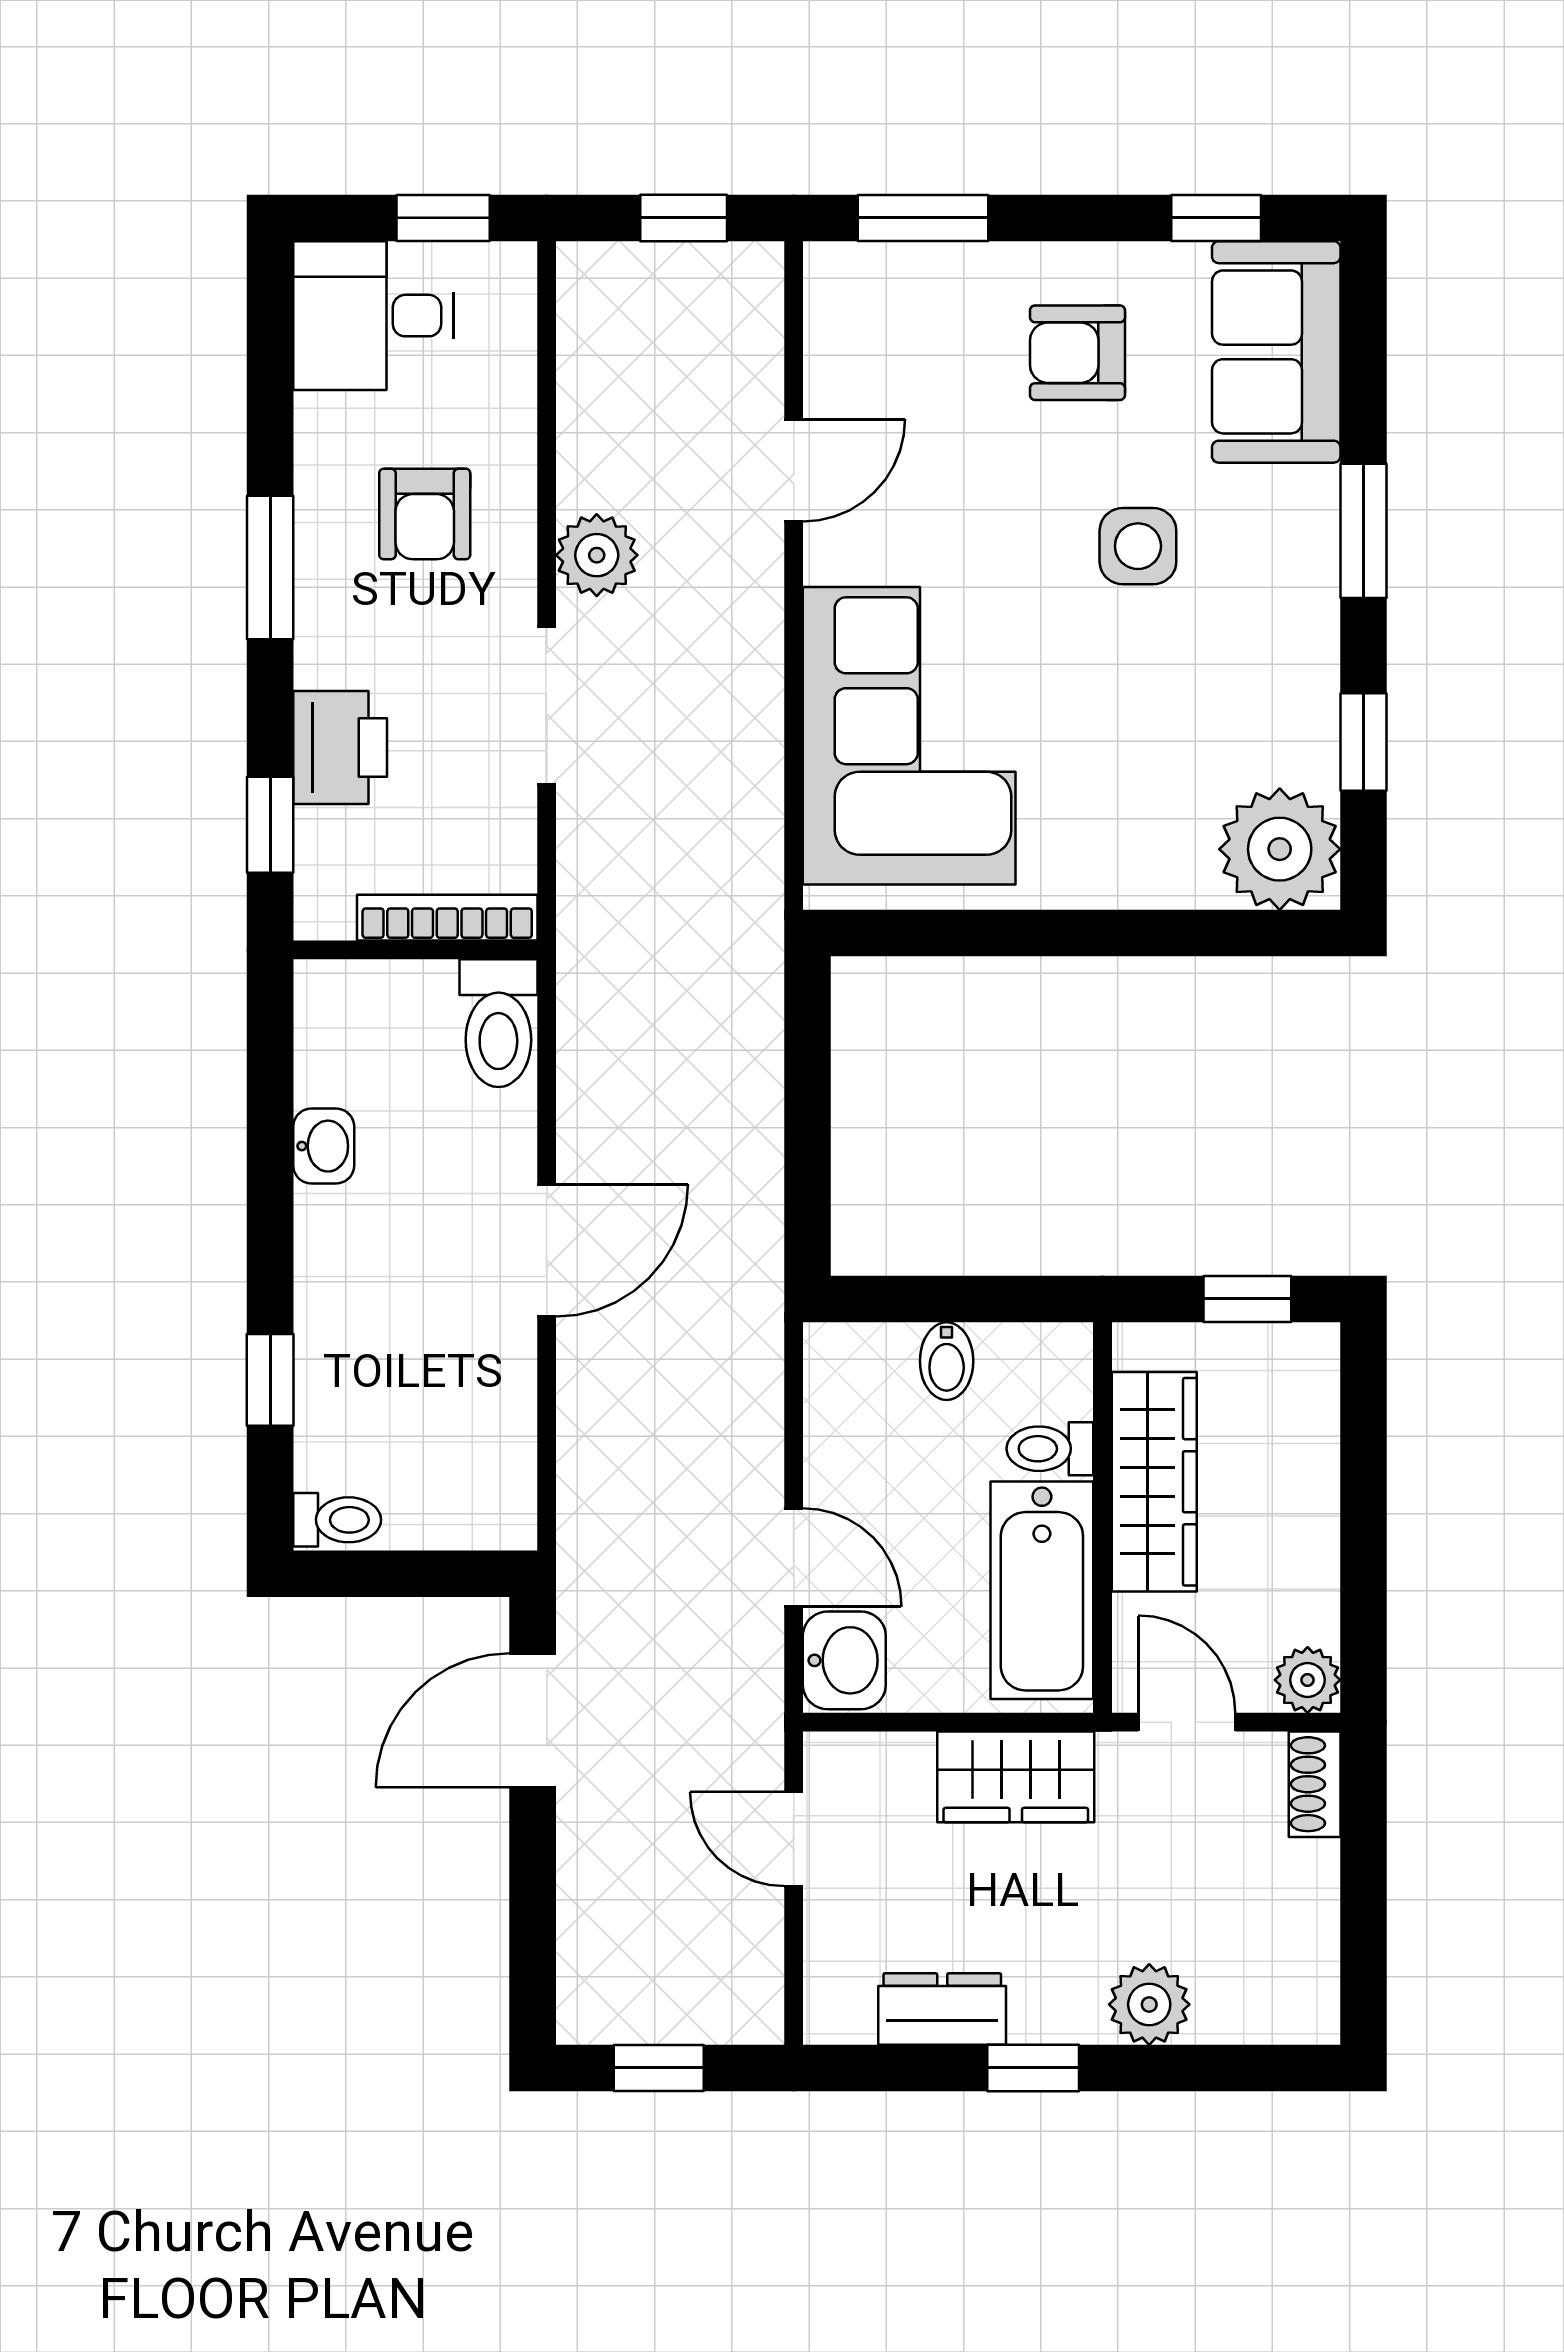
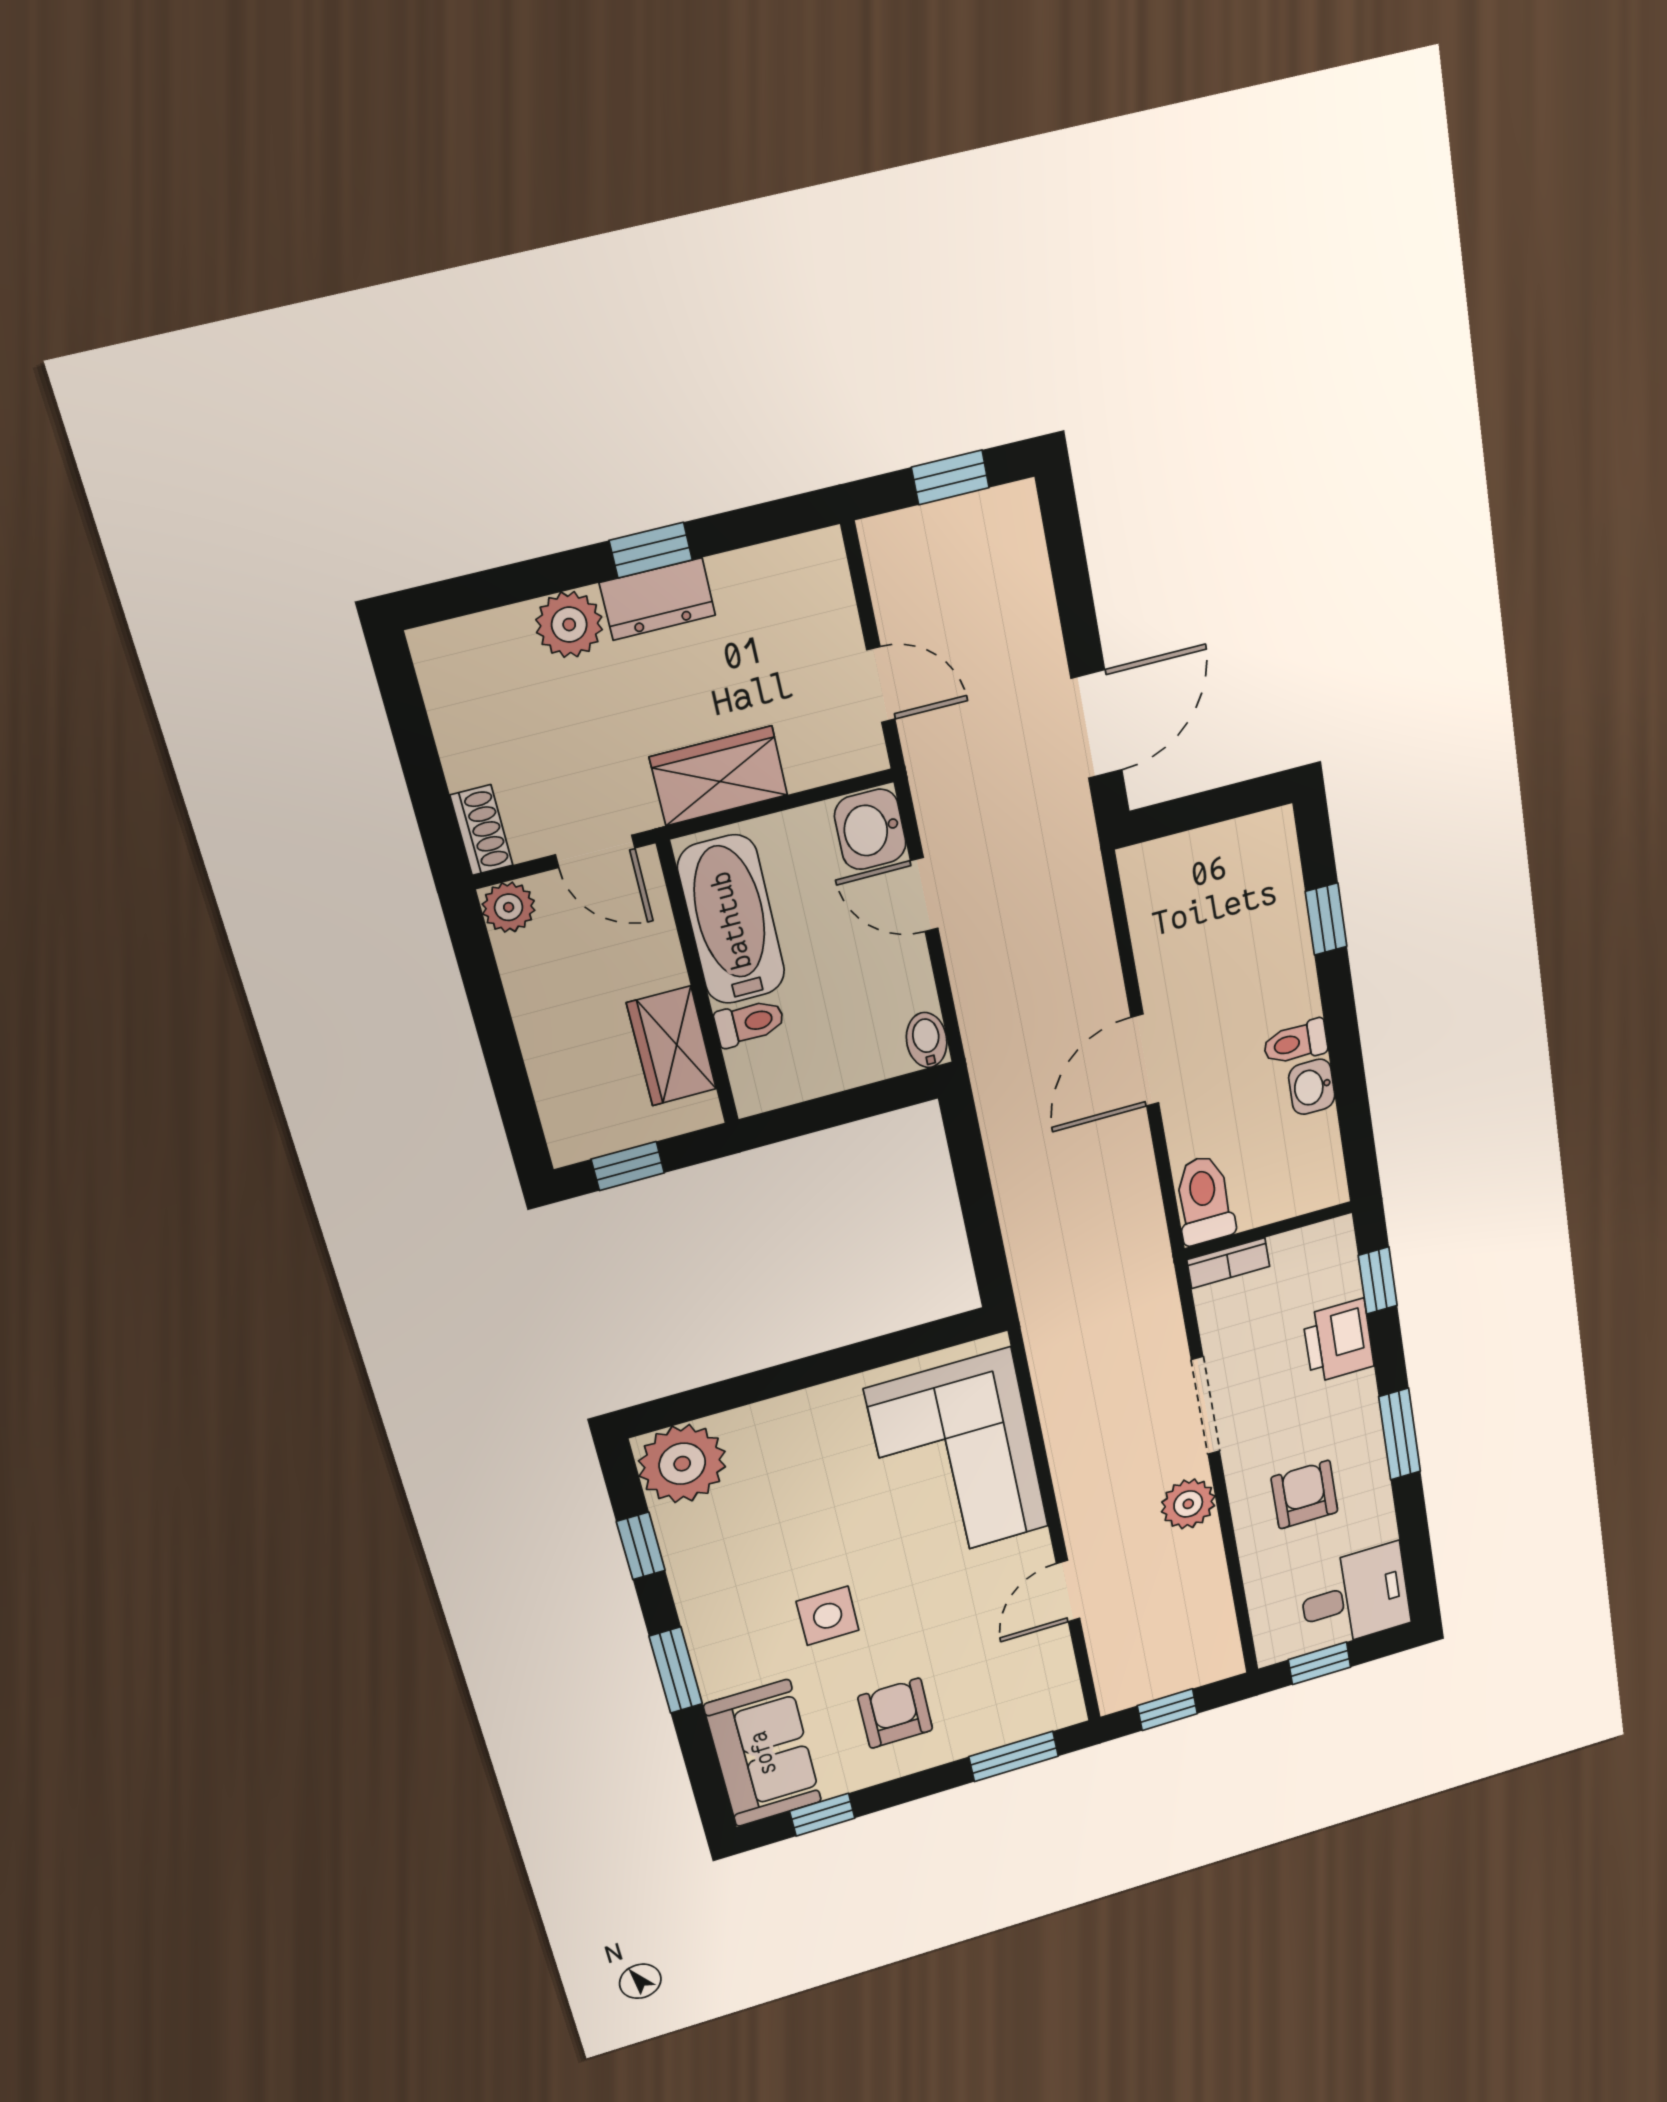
armchair: (1077, 353) -> (895, 1713), turned -90
bookcase: (447, 918) -> (1228, 1263), width x0.64
bidet: (947, 1361) -> (927, 1040), moved
wardrobe: (1154, 1482) -> (672, 1046), width x0.67
toilet: (337, 1520) -> (1295, 1043), moved
dresser: (942, 2009) -> (657, 599), moved

